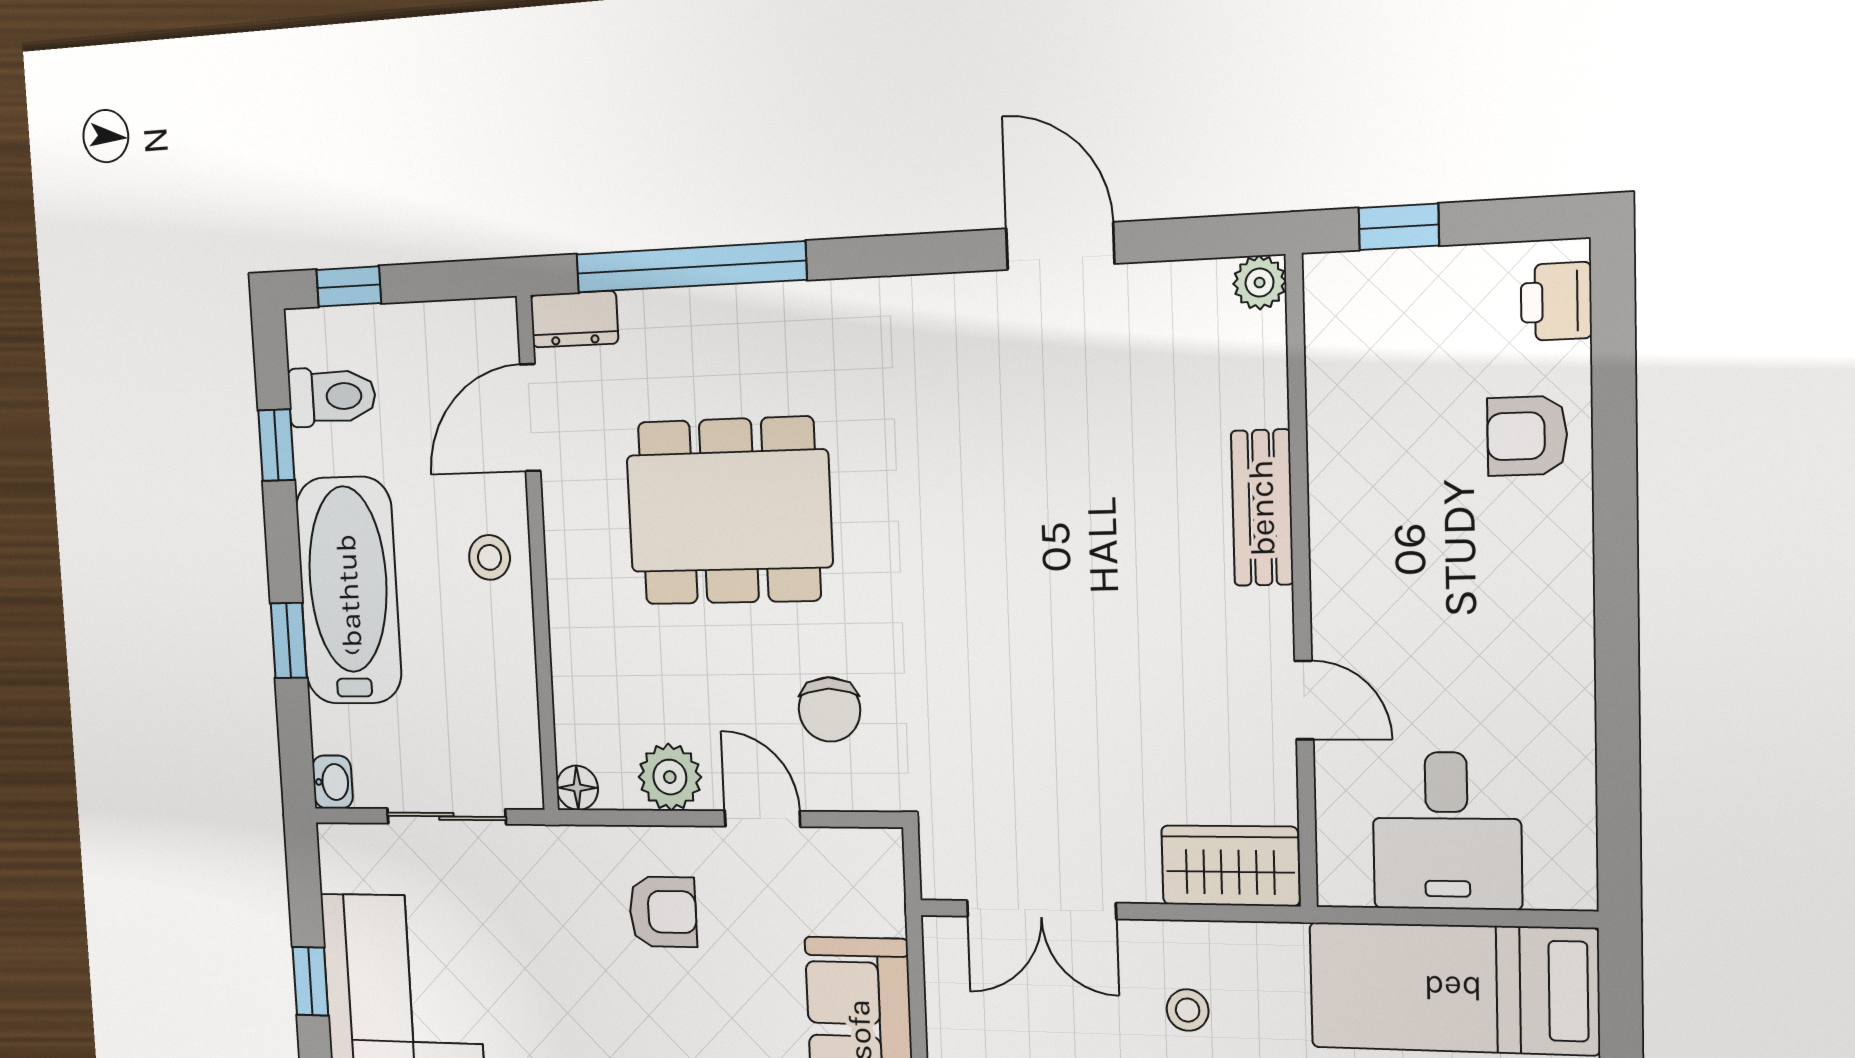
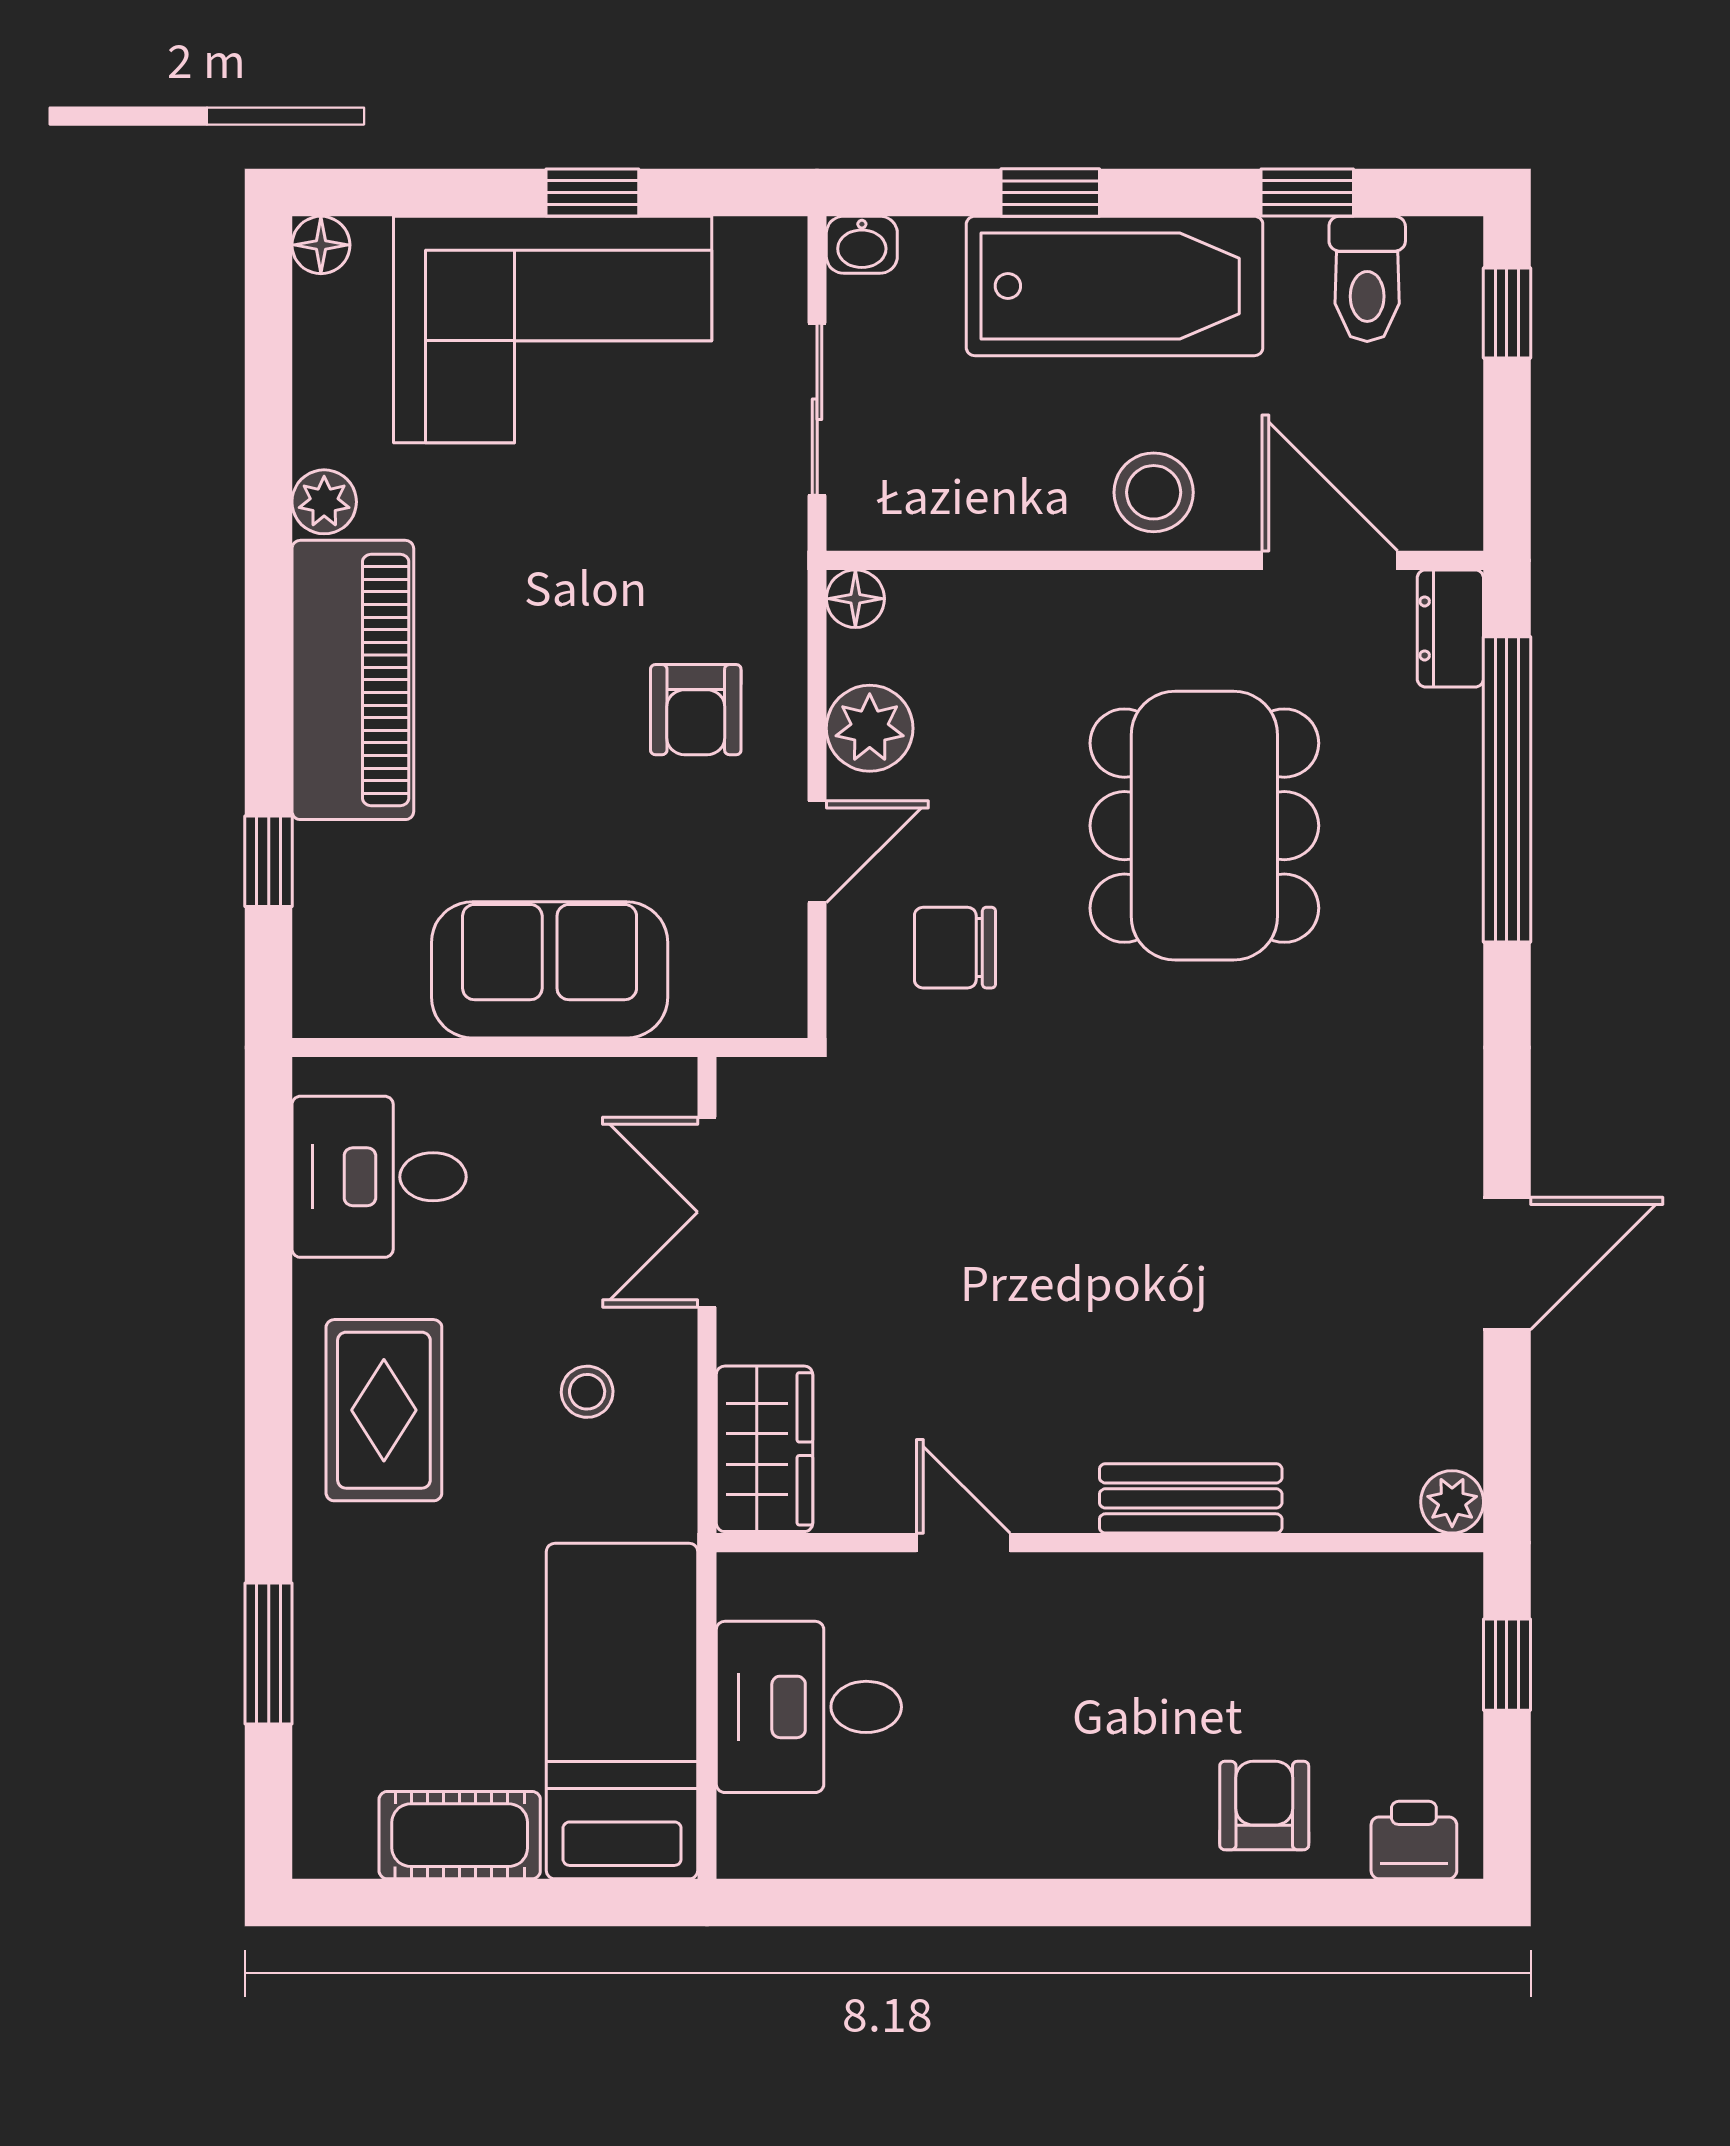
stool: (490, 557) -> (1154, 492), width x1.37, depth x1.37
door: (1304, 700) -> (963, 1543), swing flipped

